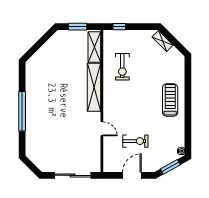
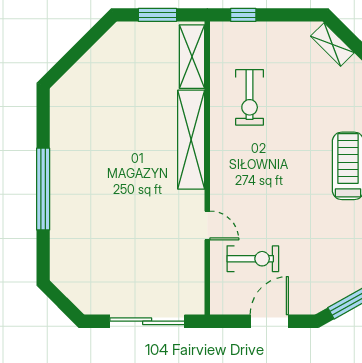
exercise bike: (135, 141) -> (253, 259), moved

